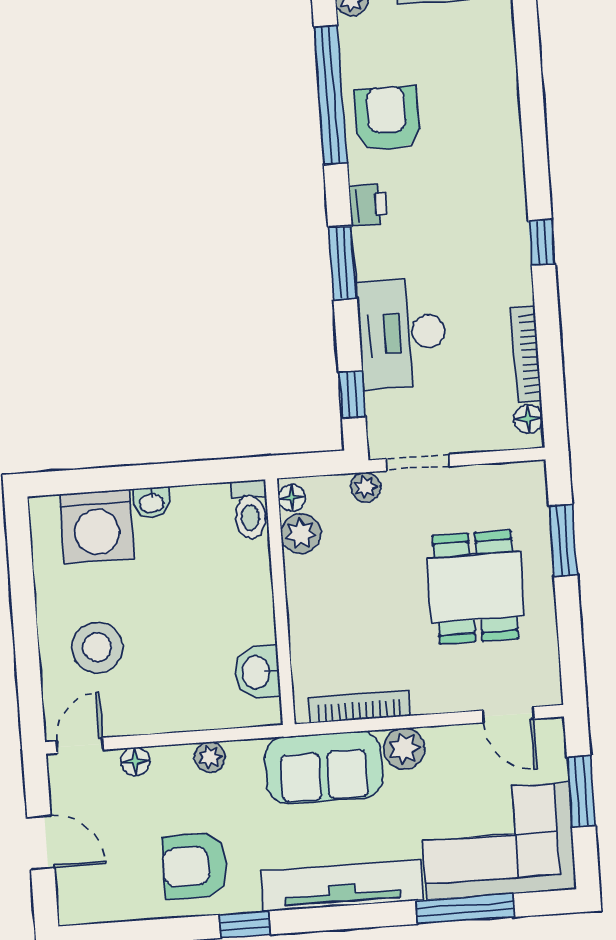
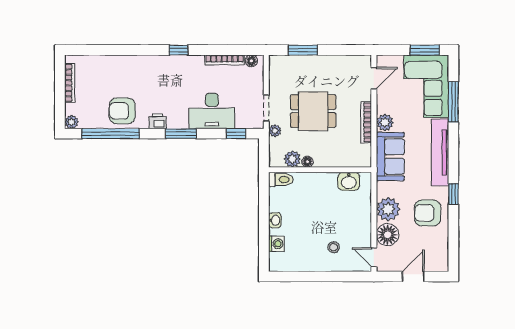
floor lamp: (292, 498) -> (307, 162), moved
washing machine: (97, 526) -> (276, 244), width x0.53, depth x0.53
dining table: (475, 587) -> (313, 111), moved
stool: (97, 647) -> (334, 247), width x0.53, depth x0.53
bookcase: (359, 707) -> (366, 122), moved
plant: (210, 757) -> (388, 209), width x1.87, depth x1.87
floor lamp: (135, 761) -> (388, 235), width x1.89, depth x1.89
window: (581, 791) -> (425, 50), moved
armchair: (195, 866) -> (428, 213), turned 90

